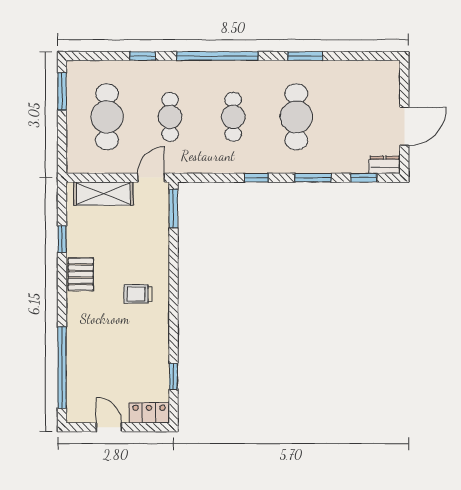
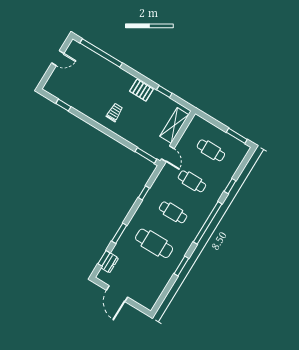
cafe table: (107, 117) -> (211, 150), width x0.73, depth x0.74
dresser: (385, 165) -> (110, 263), moved
window: (257, 178) -> (144, 193), moved
locker: (149, 413) -> (53, 82), removed

